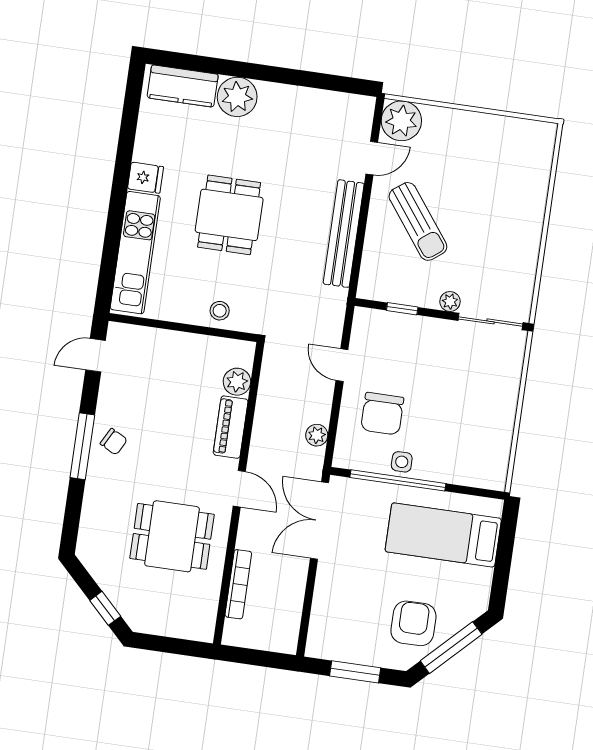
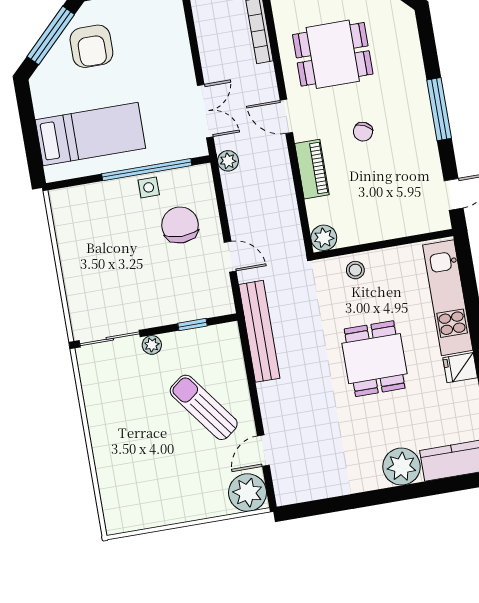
bench: (344, 234) -> (259, 331), moved
plant: (237, 382) -> (324, 238), moved
plant: (317, 435) -> (228, 161), moved
chair: (114, 442) -> (363, 132), moved, turned -91
double door: (320, 521) -> (205, 111), width x0.73

